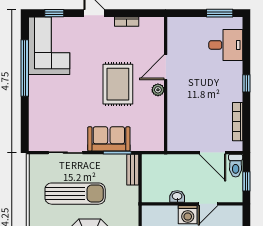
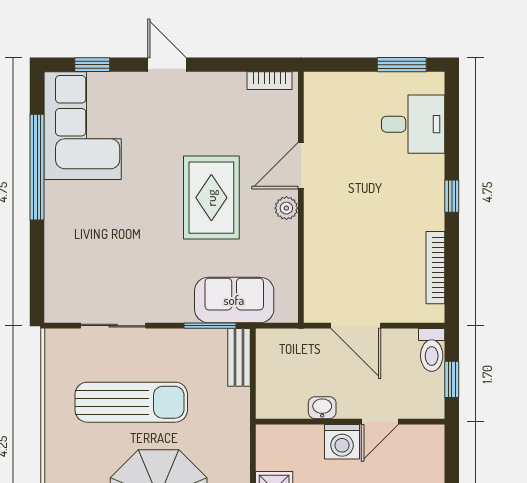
bookcase: (127, 22) -> (270, 81), moved
sofa: (109, 139) -> (234, 300), moved
door: (212, 153) -> (356, 326), moved

